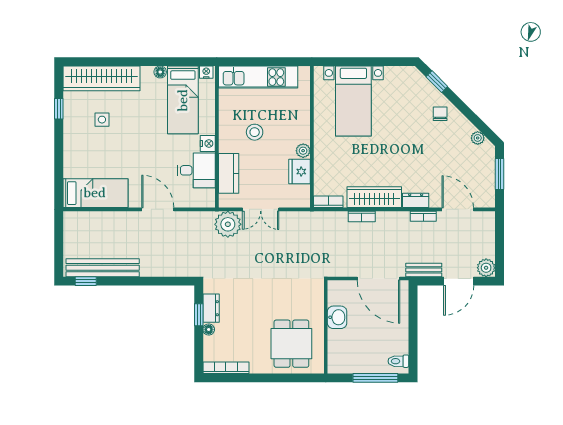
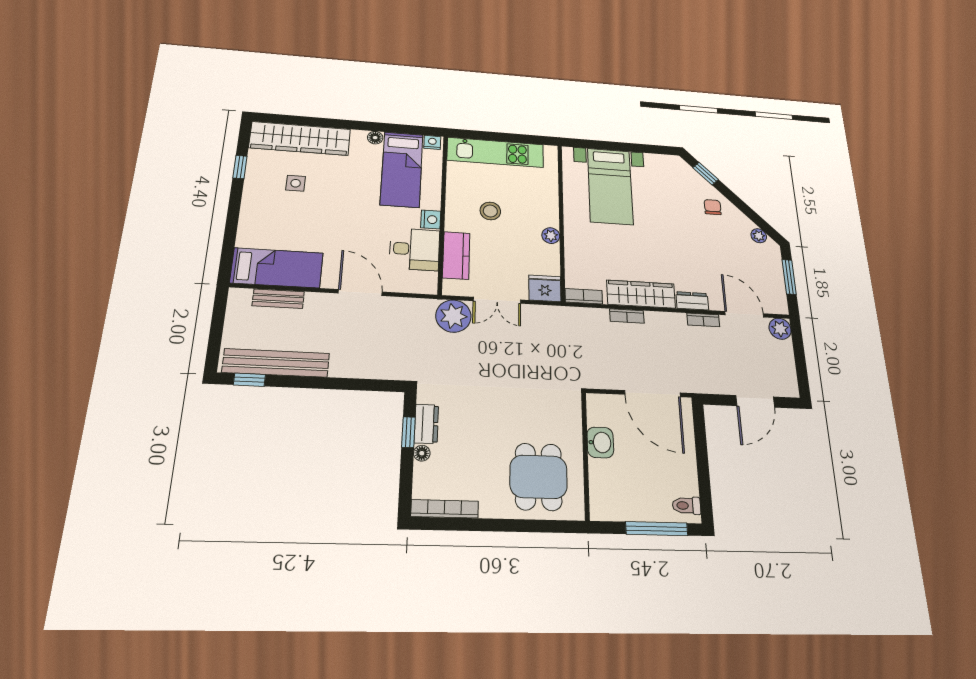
fridge: (299, 172) -> (545, 288), moved, turned 90
plant: (486, 268) -> (780, 329), moved
bench: (424, 270) -> (278, 299), moved

